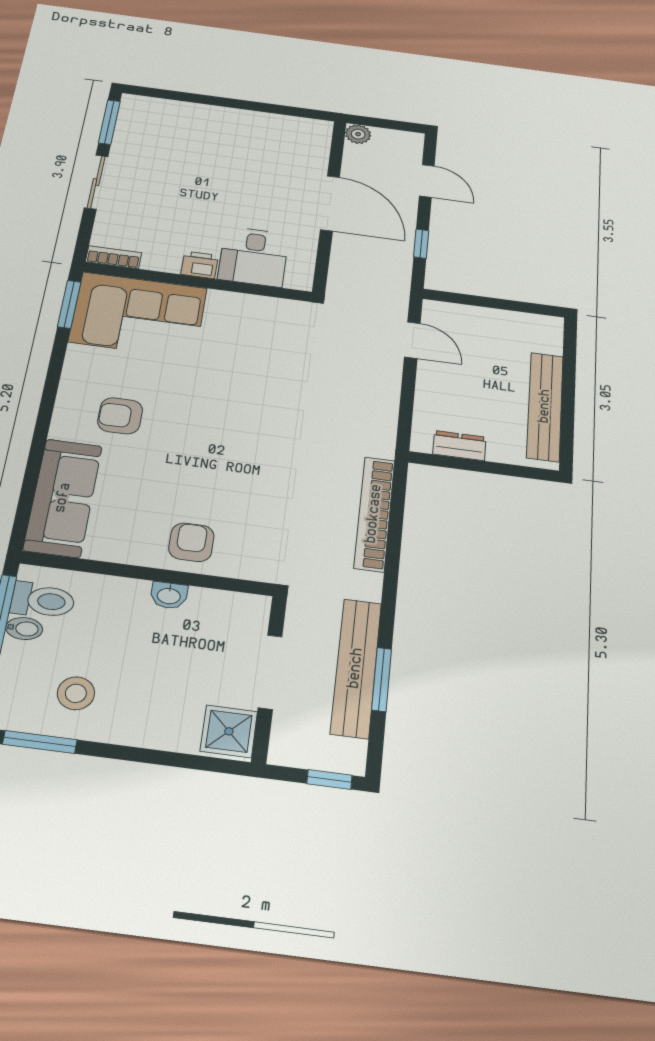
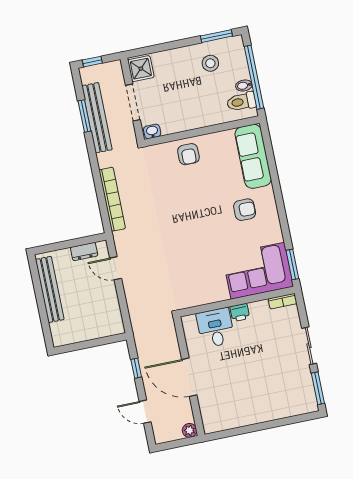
door: (412, 340) -> (116, 268), moved
washbasin: (169, 595) -> (152, 131), moved

